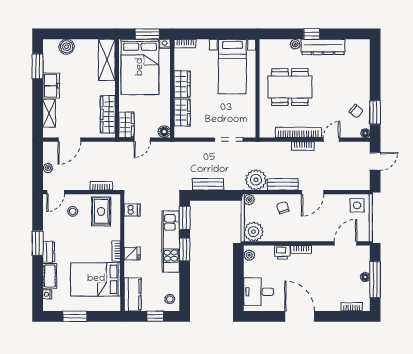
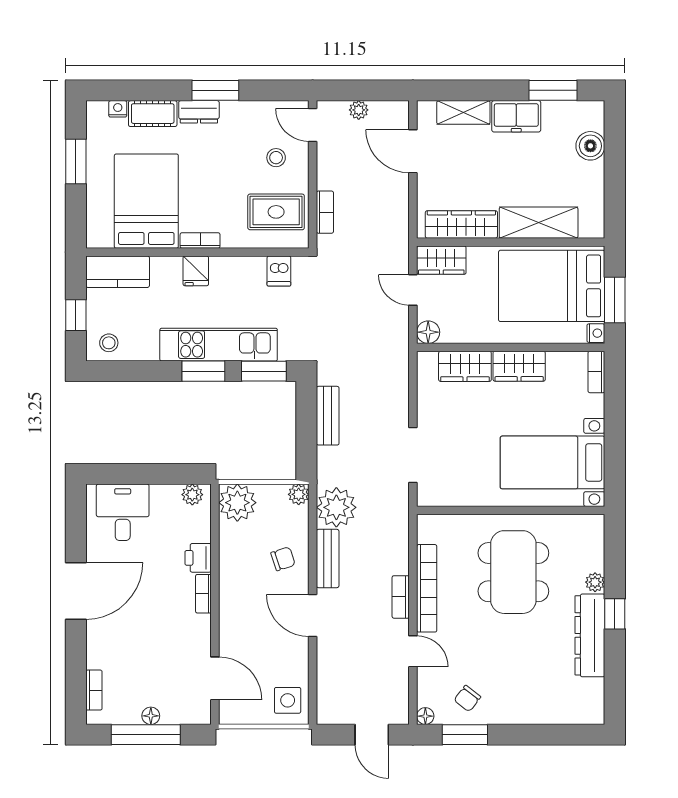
shelving: (107, 60) -> (539, 223), moved

